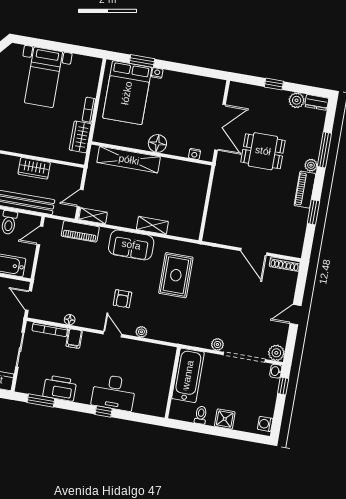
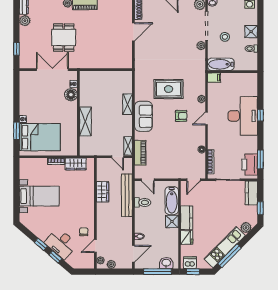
window: (274, 84) -> (16, 49), moved
floor lamp: (157, 143) -> (71, 95), moved
shelving: (129, 160) -> (85, 121), width x0.68
rug: (176, 275) -> (169, 89), moved
filing cabinet: (74, 339) -> (214, 78), moved
bathtub: (188, 375) -> (221, 64), width x0.73, depth x0.73
stool: (224, 380) -> (225, 37), added
printer: (60, 388) -> (250, 165), moved
desk: (114, 392) -> (243, 116), width x1.36, depth x1.30

